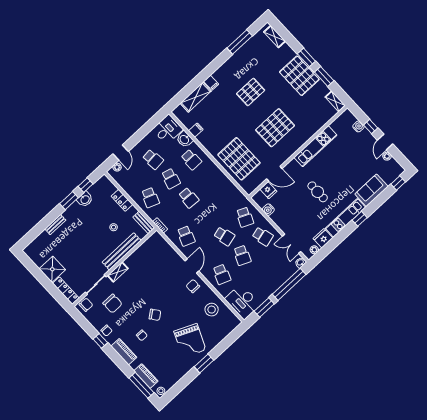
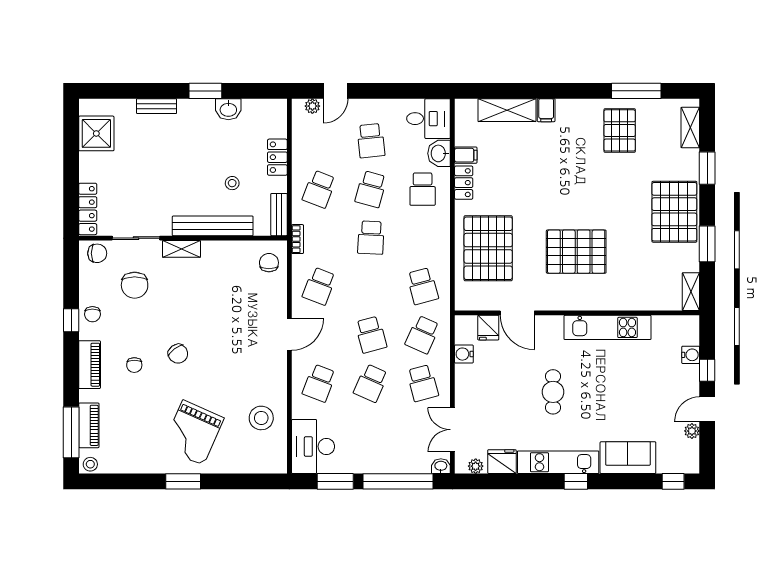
window: (306, 57) -> (707, 168), moved
pallet: (251, 92) -> (620, 130), moved, turned 90
locker: (205, 142) -> (464, 183), added
window: (86, 185) -> (247, 91), removed
school desk: (227, 198) -> (423, 286), added
shower: (52, 269) -> (96, 133), moved
chair: (193, 286) -> (269, 263), moved

